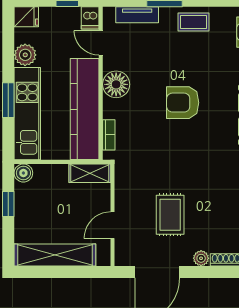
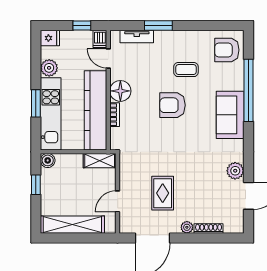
coffee table: (194, 22) -> (186, 70), moved
bookcase: (109, 135) -> (115, 115), moved

